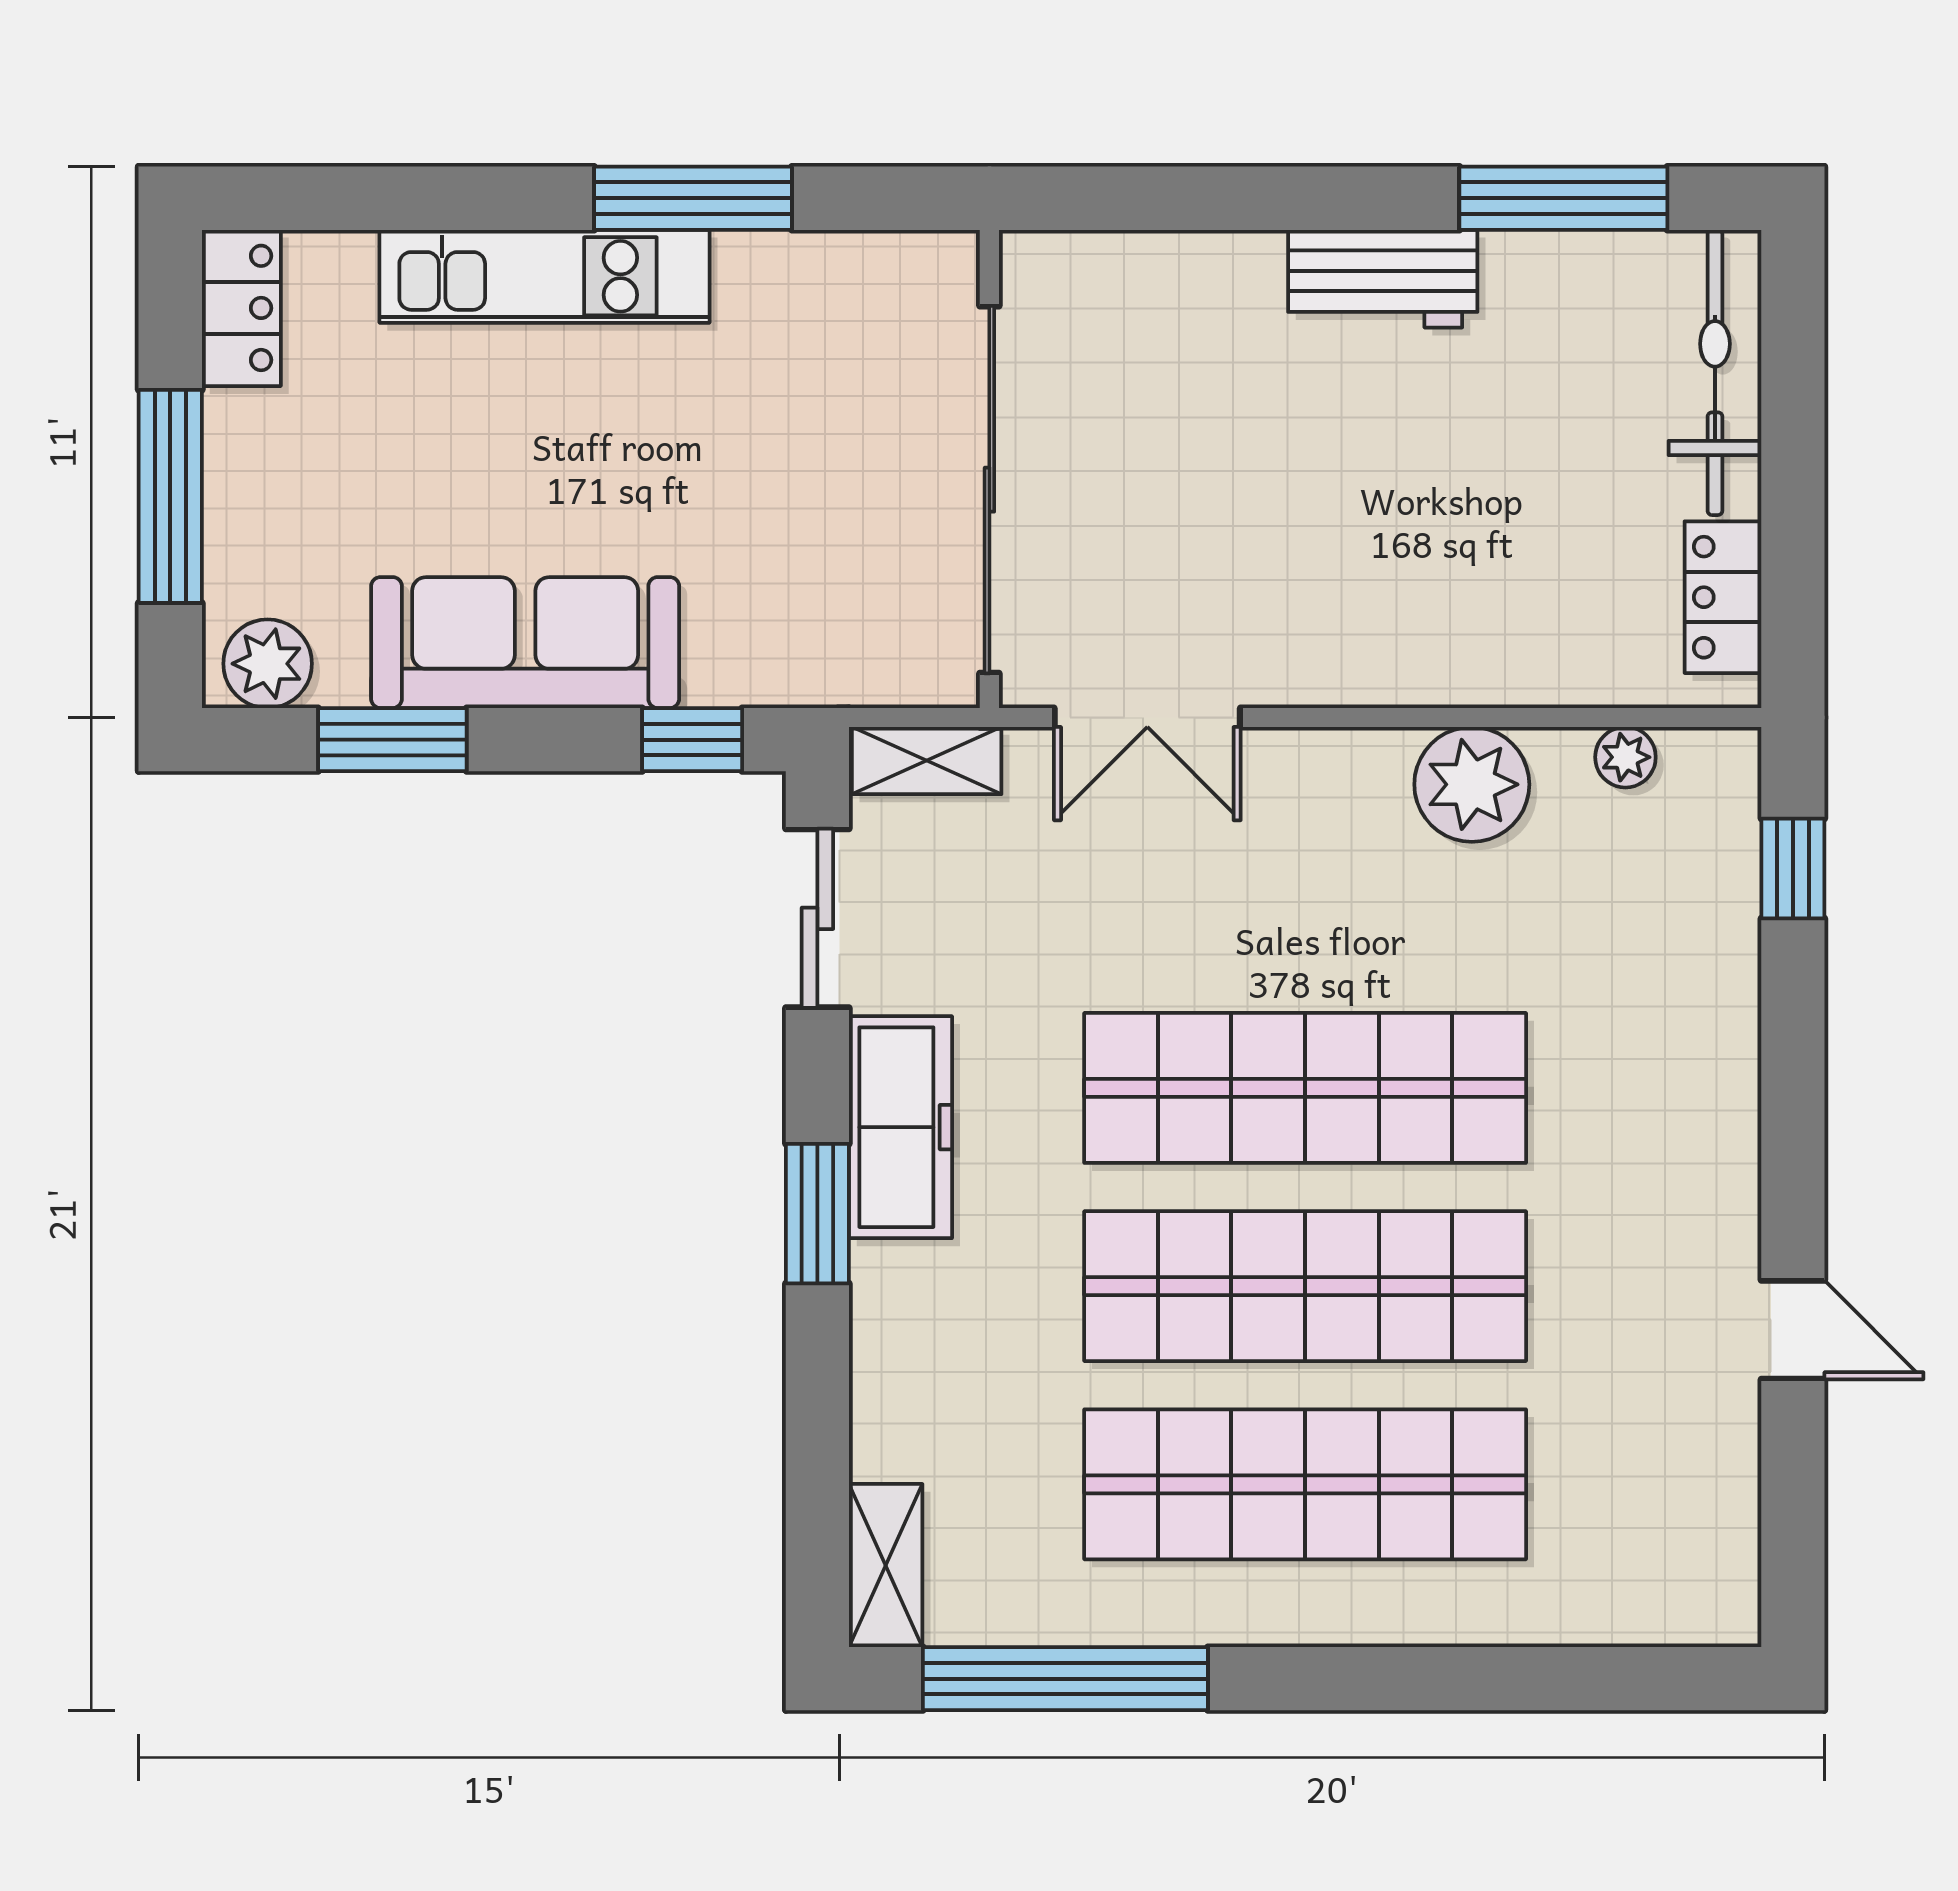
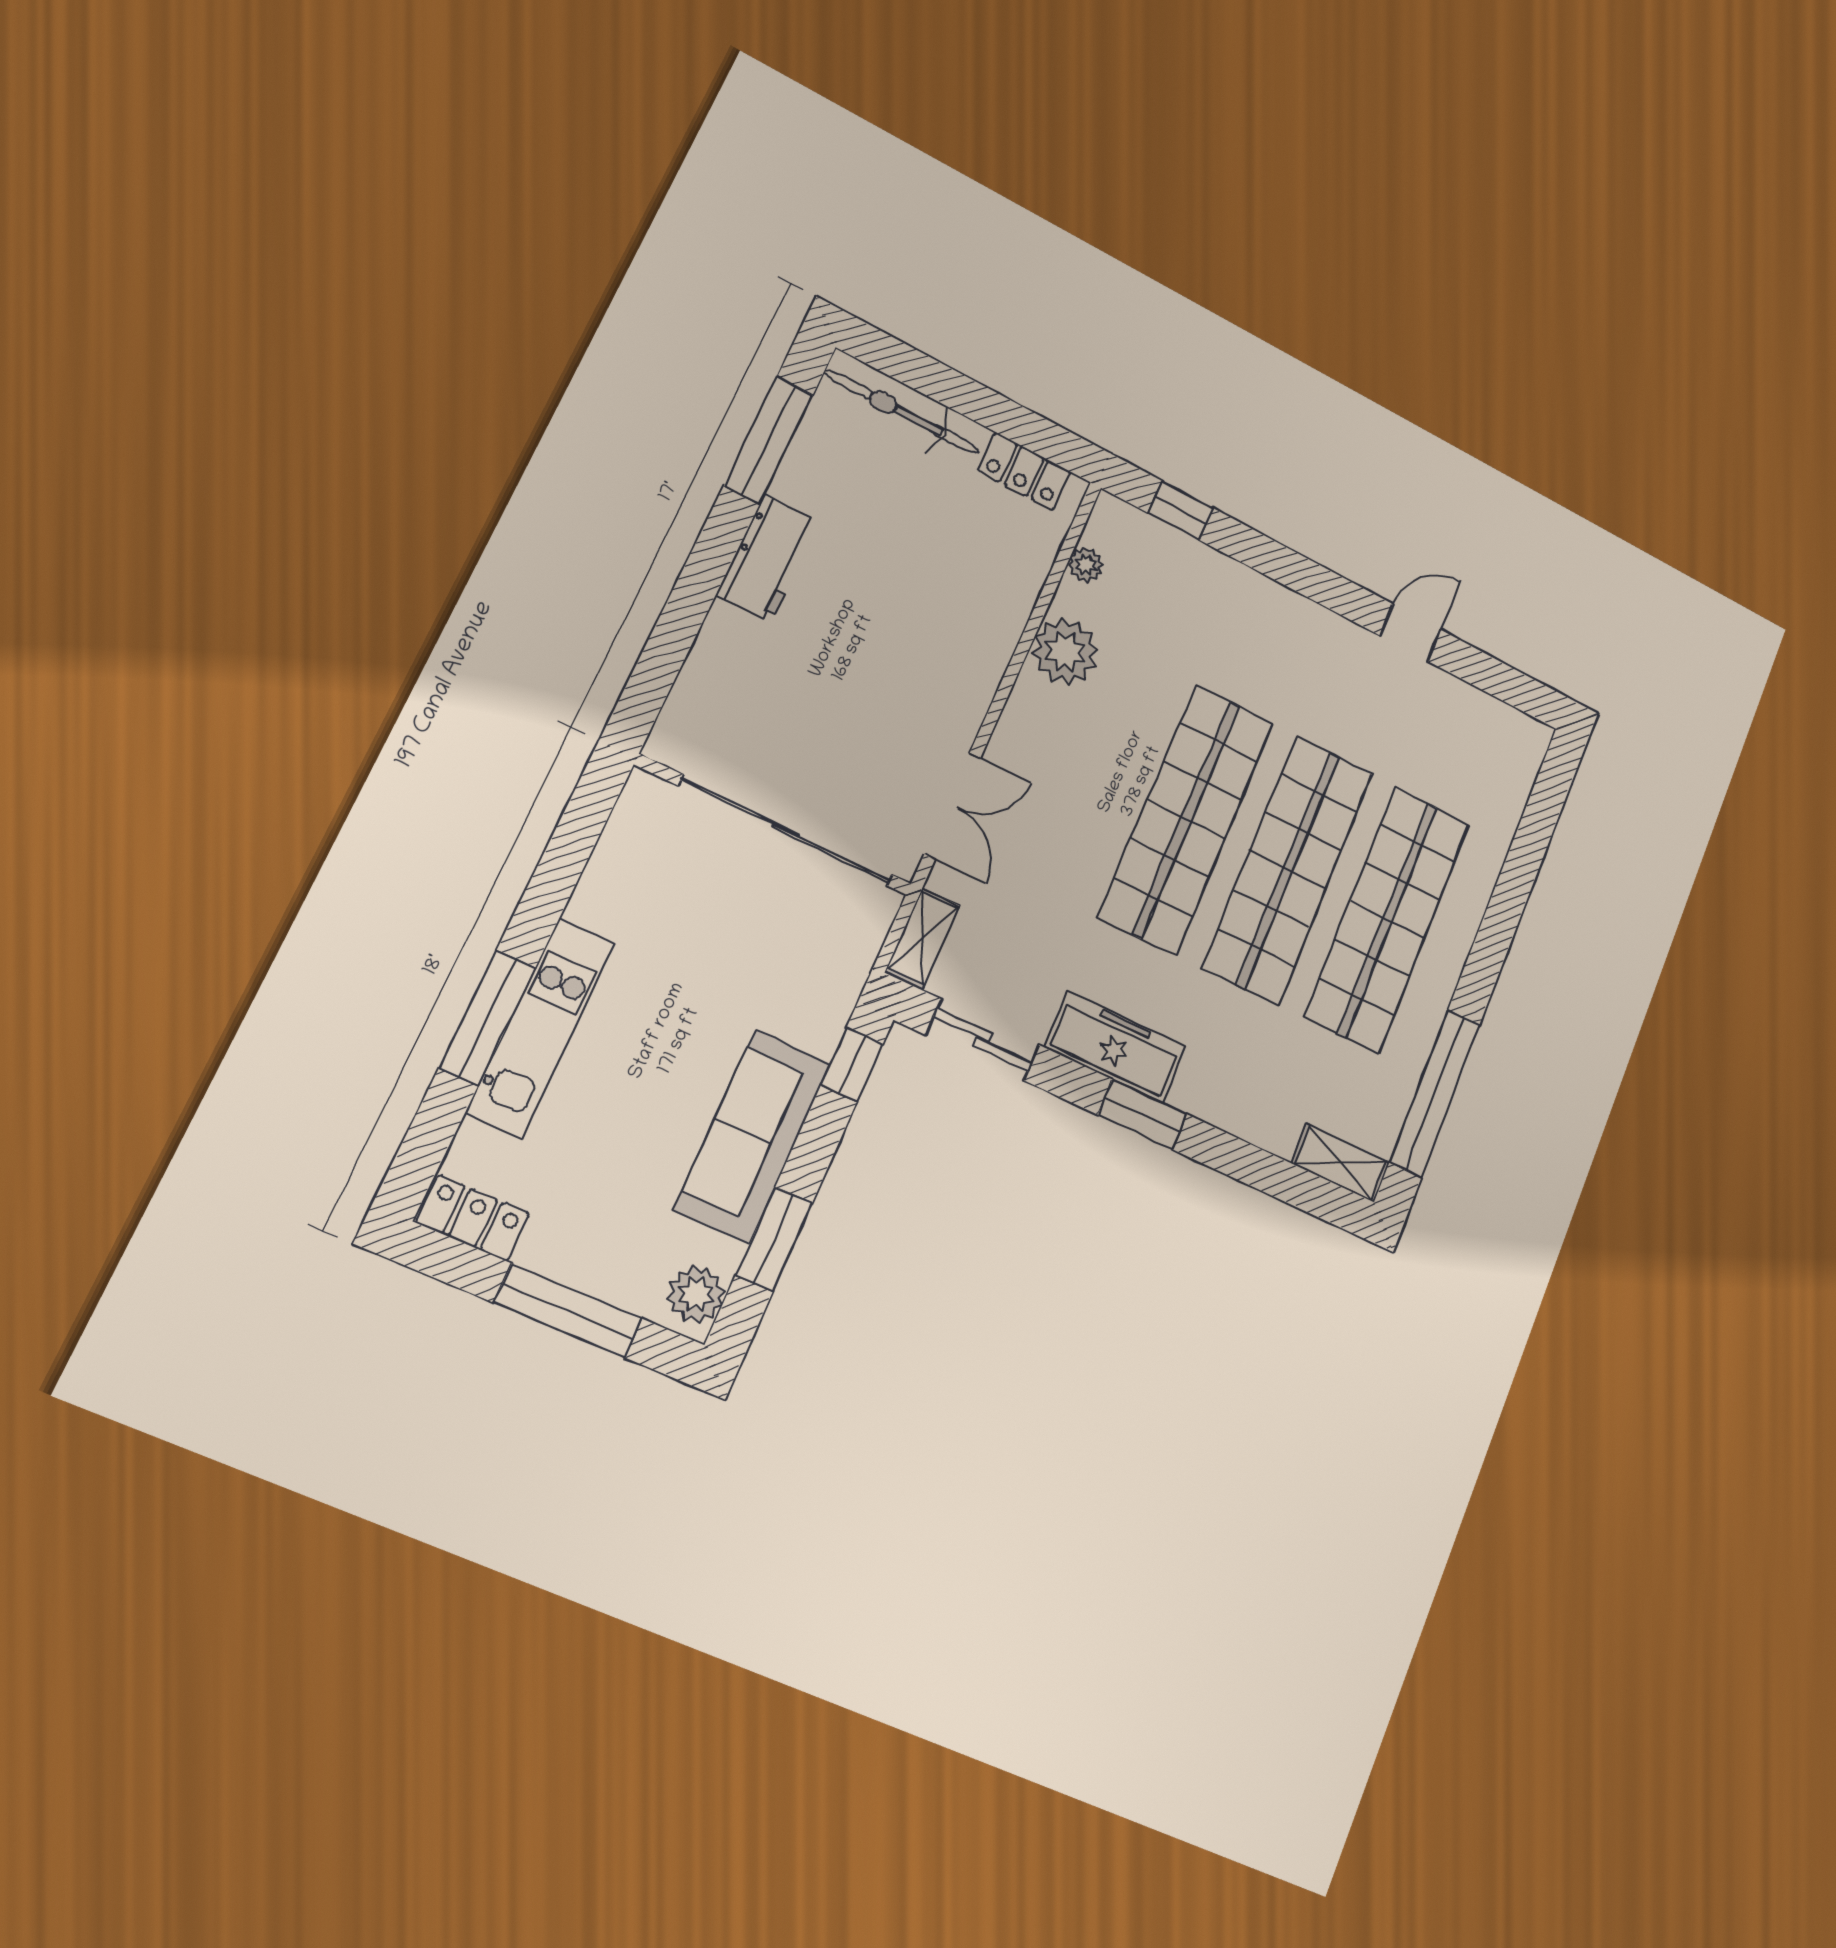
window: (693, 198) -> (487, 1018), moved

